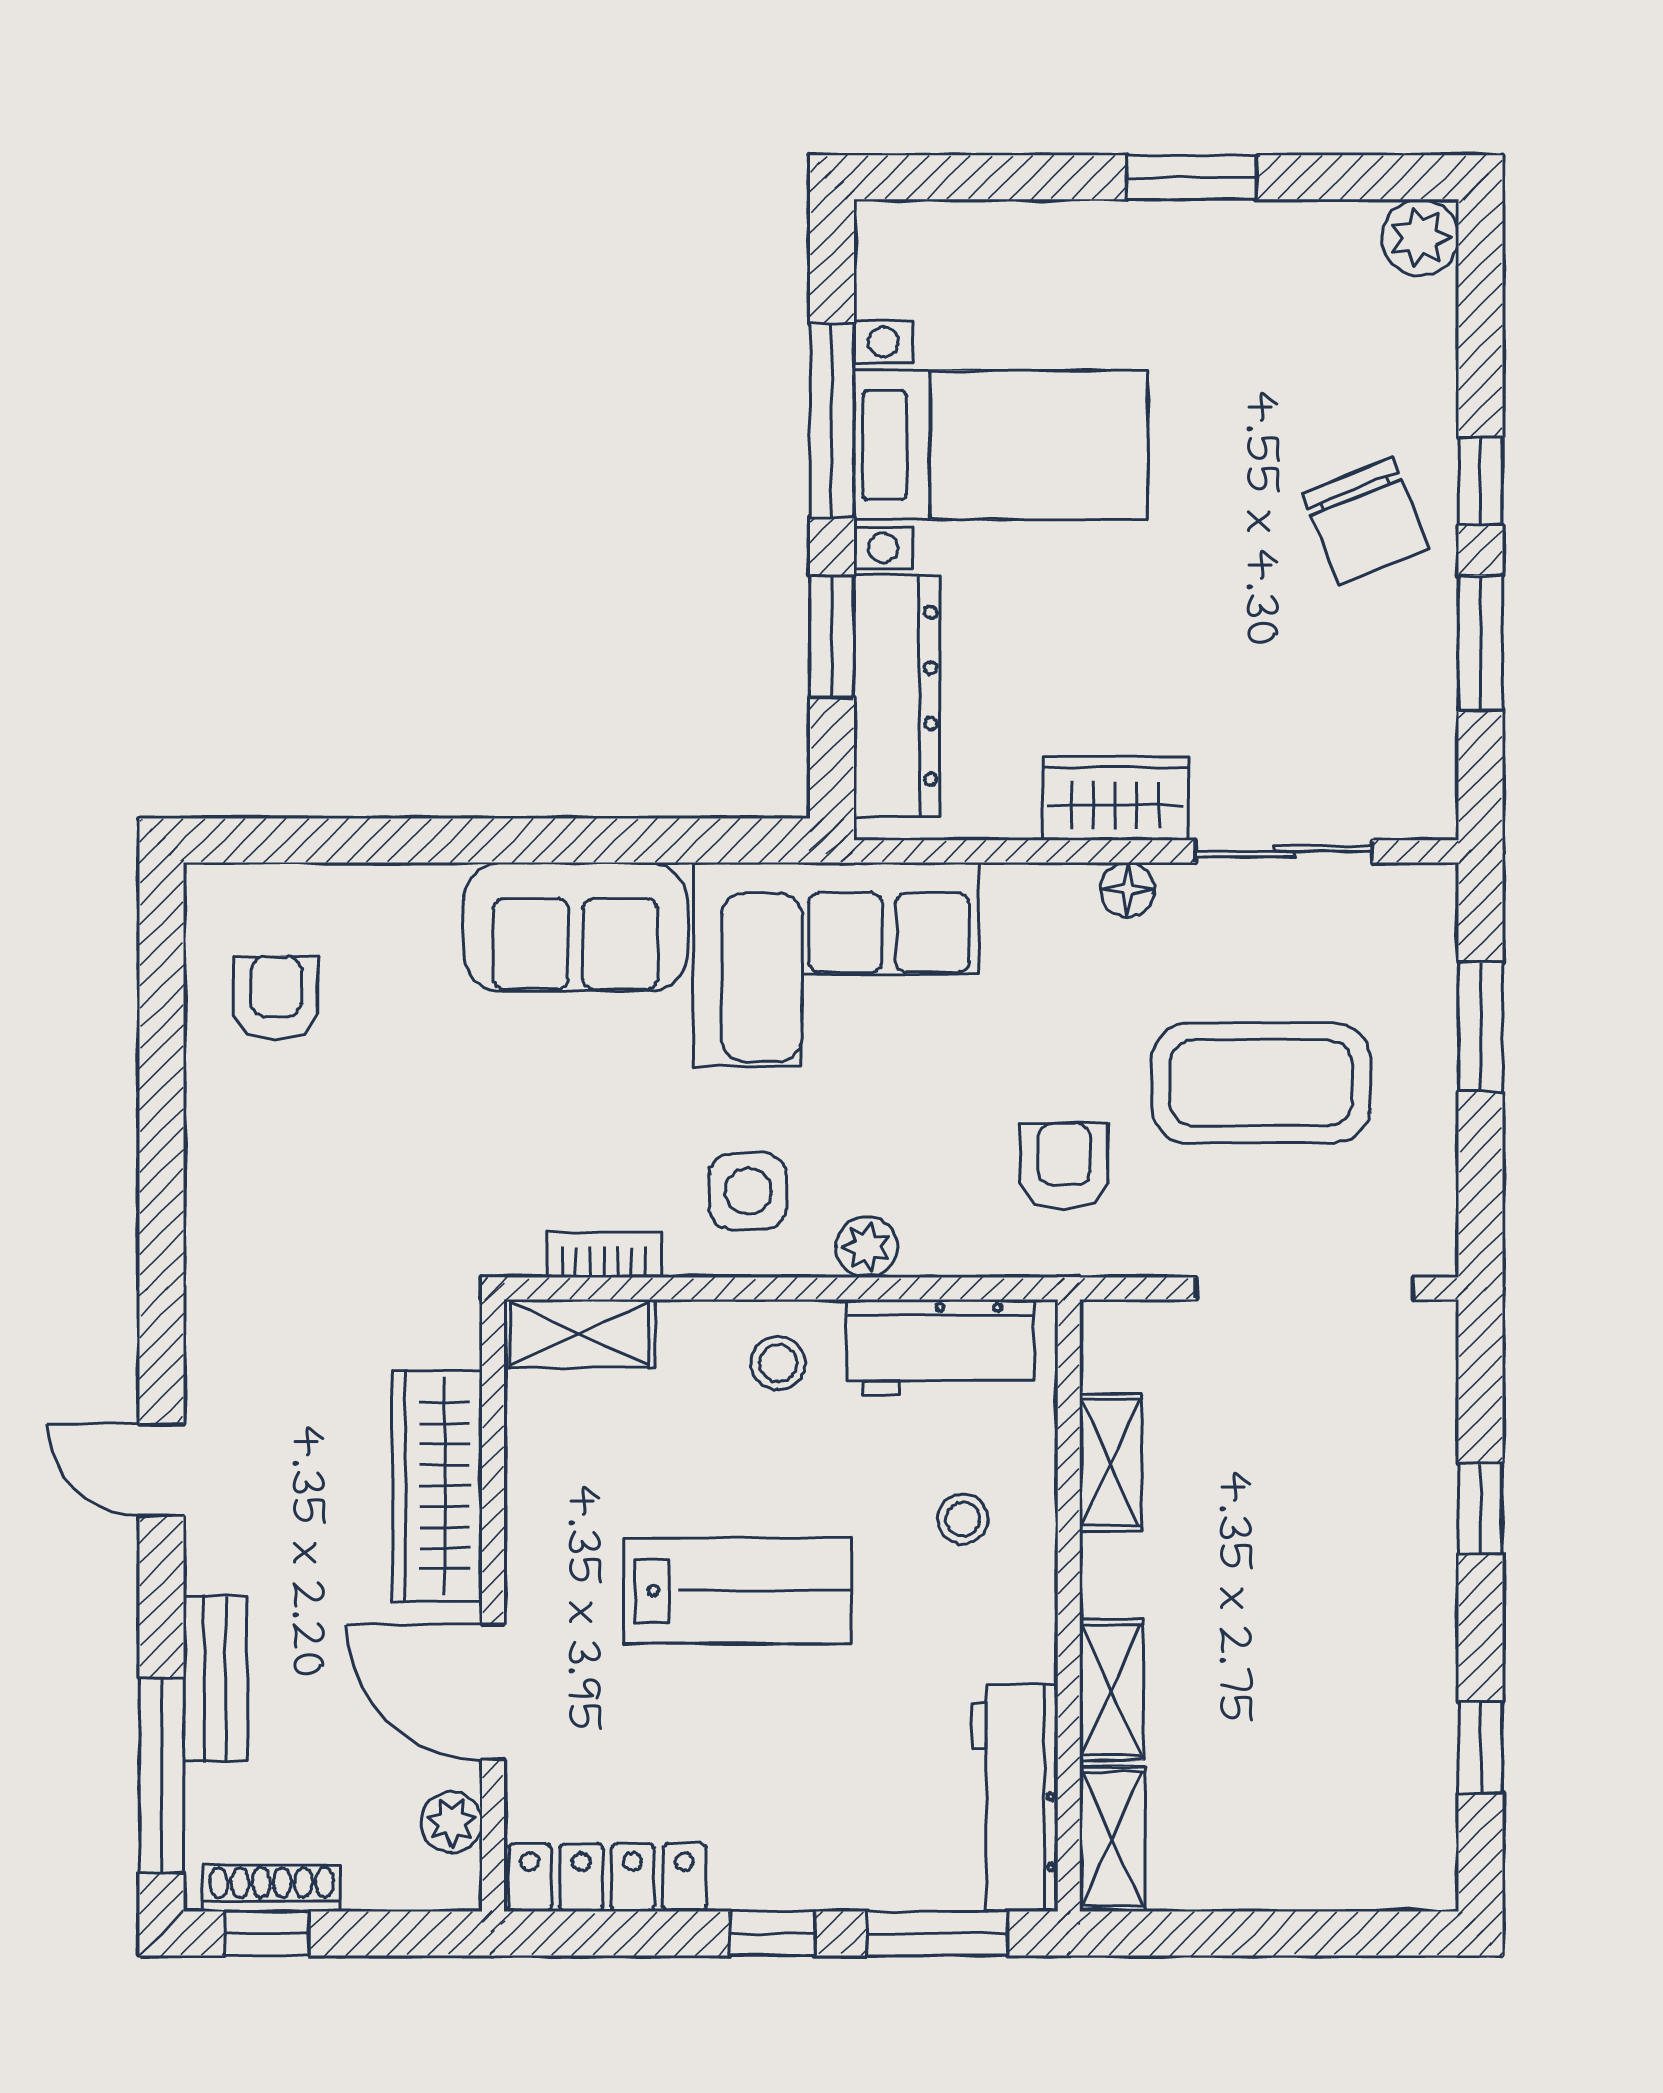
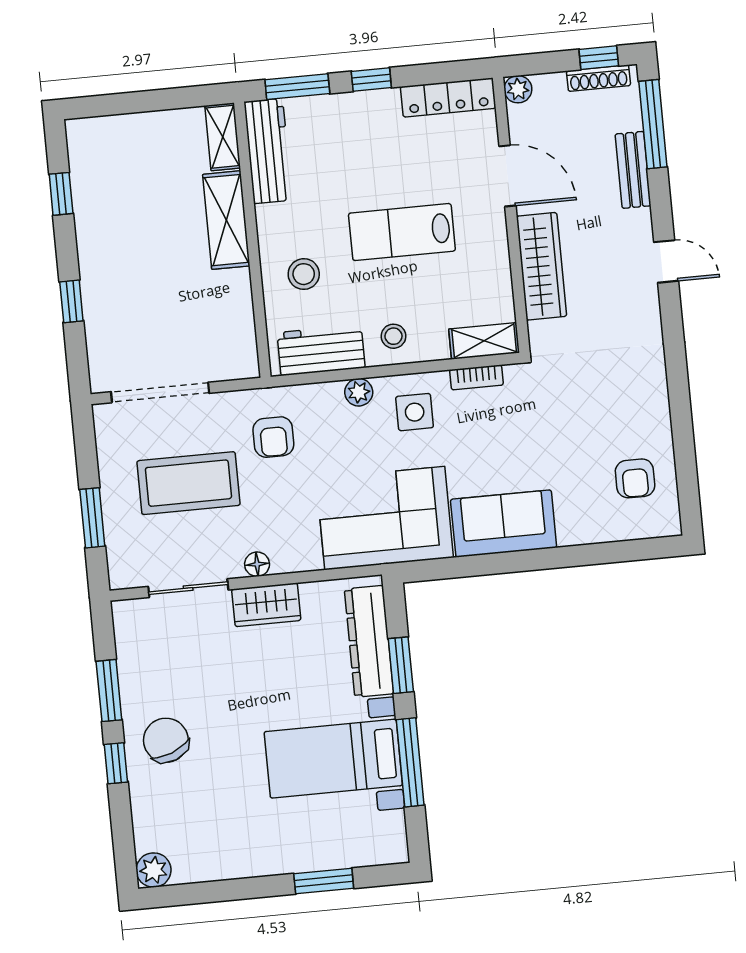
window: (1192, 177) -> (324, 881), moved
shelving: (1111, 1463) -> (240, 306), removed
stool: (963, 1519) -> (304, 274), width x1.37, depth x1.37
shelving: (1111, 1690) -> (226, 220), width x1.50, depth x1.33
plant: (452, 1822) -> (518, 89), moved

